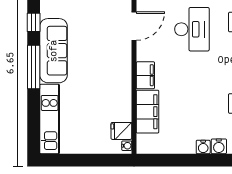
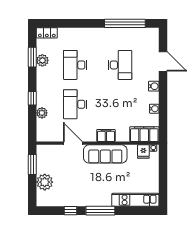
desk: (192, 29) -> (75, 104), turned -90
sofa: (53, 51) -> (105, 154), moved, turned 180
filing cabinet: (148, 112) -> (144, 134), moved
water cooler: (203, 147) -> (154, 109), moved

